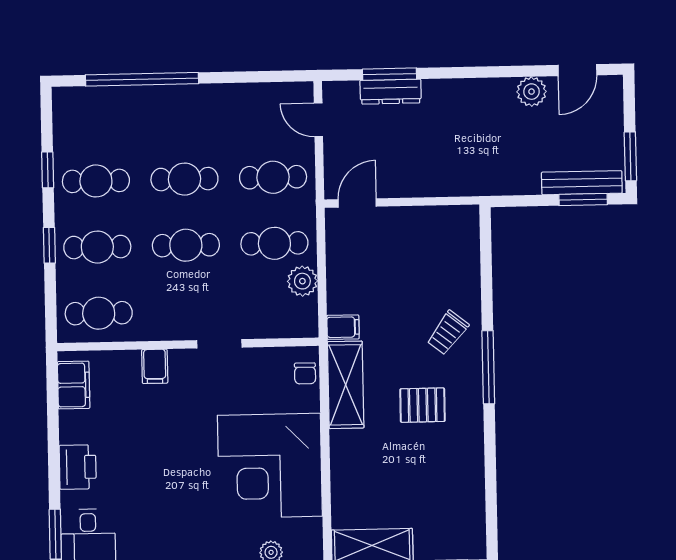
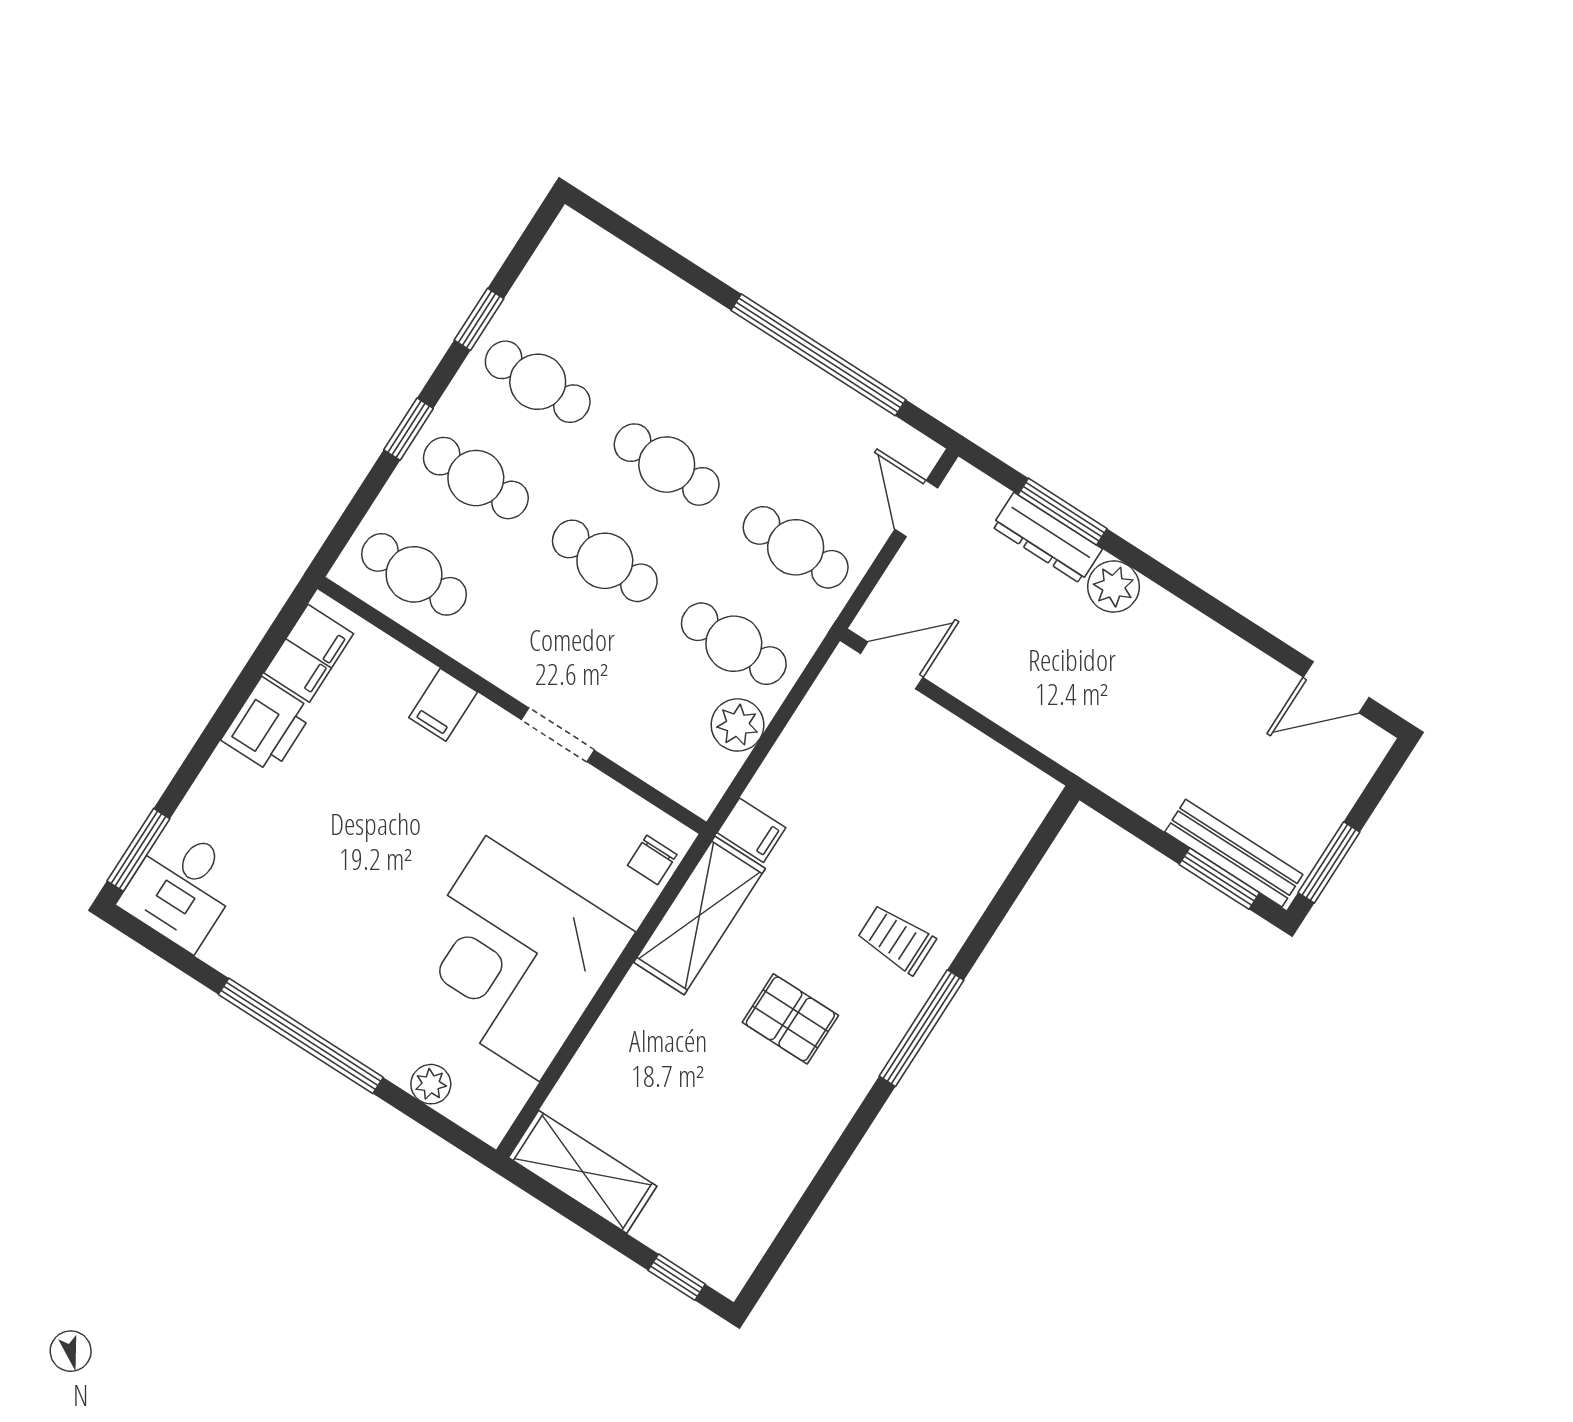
window: (142, 79) -> (818, 355), moved
plant: (532, 92) -> (1114, 587), moved
trolley: (448, 333) -> (896, 939), turned 52
printer: (78, 467) -> (267, 725), moved

